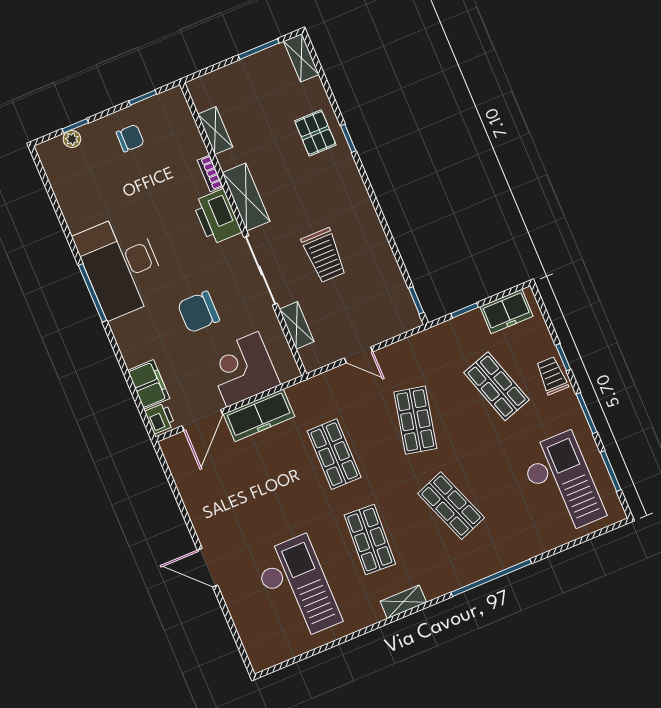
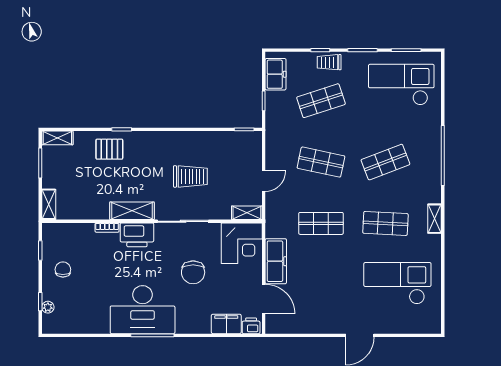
shelving: (215, 131) -> (49, 204), moved, turned 90
shelving: (297, 325) -> (247, 213), moved
corner desk: (243, 369) -> (242, 243), moved, turned -90

